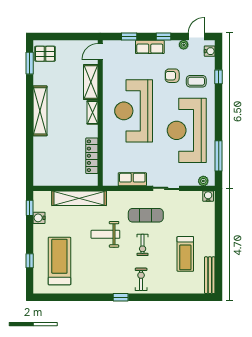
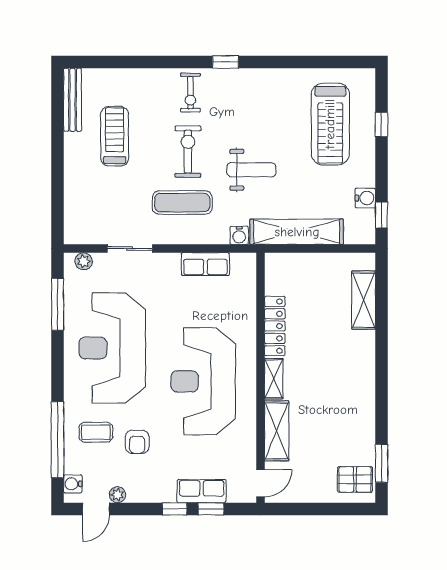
window: (163, 37) -> (175, 509), moved
row of seats: (150, 47) -> (202, 491), moved
armchair: (172, 76) -> (137, 442), turned 90
window: (219, 77) -> (58, 440), width x3.17
shelving: (40, 111) -> (364, 300), moved, width x0.68
reception desk: (134, 111) -> (203, 381), turned 180
reception desk: (187, 130) -> (112, 348), turned 180
locker: (92, 156) -> (275, 326), moved
sliding door: (166, 188) -> (130, 249), moved
water cooler: (208, 196) -> (239, 235), moved
exercise bike: (143, 245) -> (188, 152), width x1.38, depth x1.39

